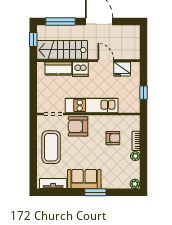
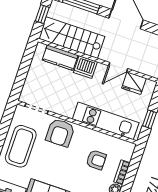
door: (106, 61) -> (118, 67), swing flipped
kitchen unit: (92, 105) -> (106, 121), moved
armchair: (78, 126) -> (60, 133), turned -90

